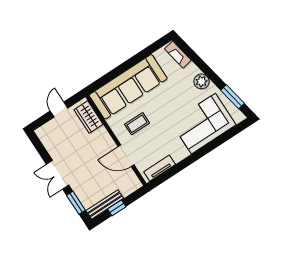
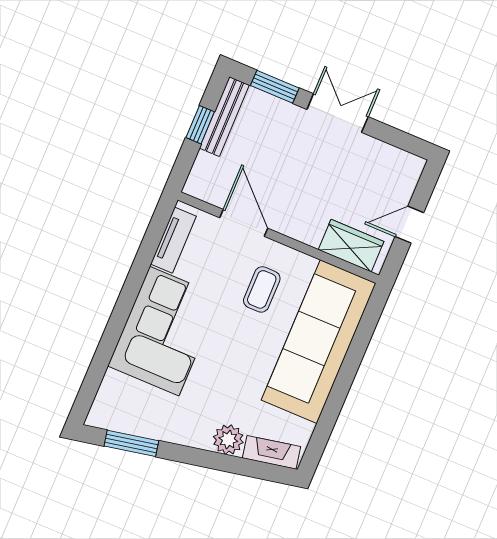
plant: (201, 81) -> (228, 440), moved
door: (59, 109) -> (409, 225), swing flipped
corner sofa: (203, 124) -> (164, 331), moved
door: (126, 156) -> (244, 223), hinge flipped

